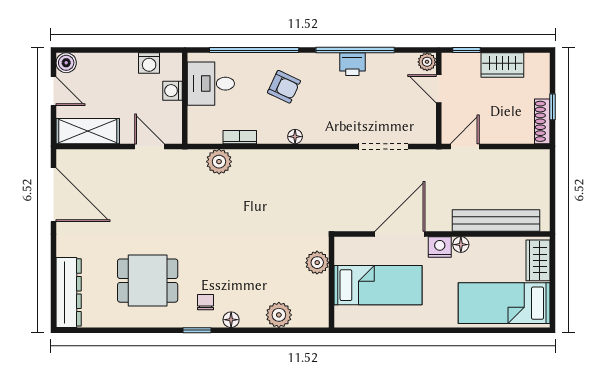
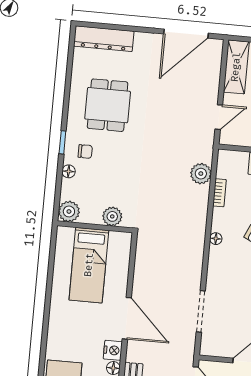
plant: (317, 263) -> (112, 216), moved
wall: (331, 282) -> (95, 227), moved
bed: (378, 285) -> (89, 265), moved

